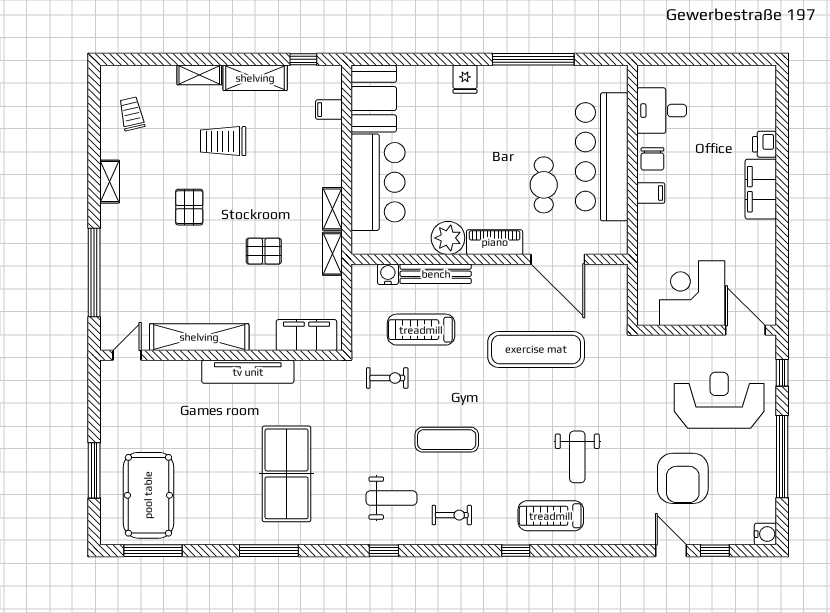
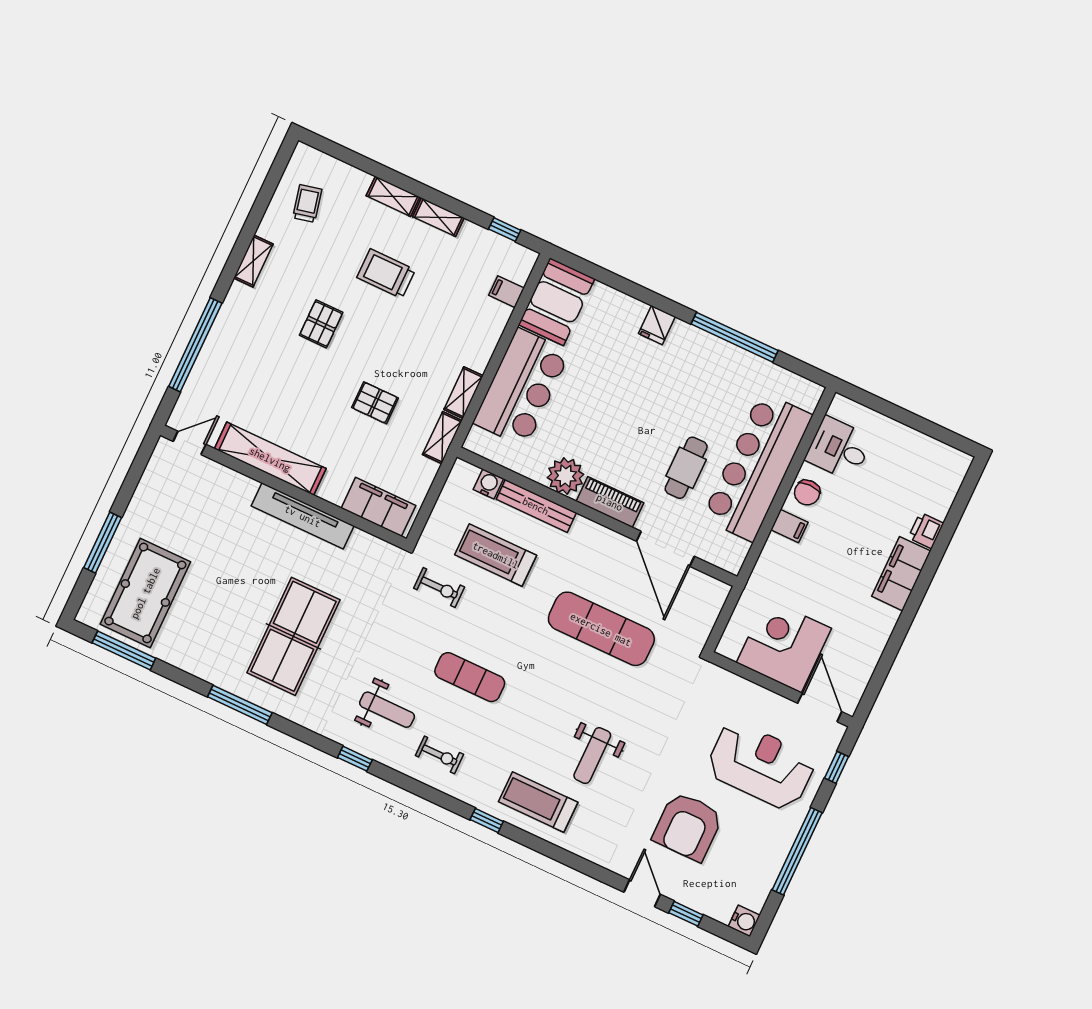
shelving: (255, 78) -> (438, 217), width x0.67, depth x0.75

